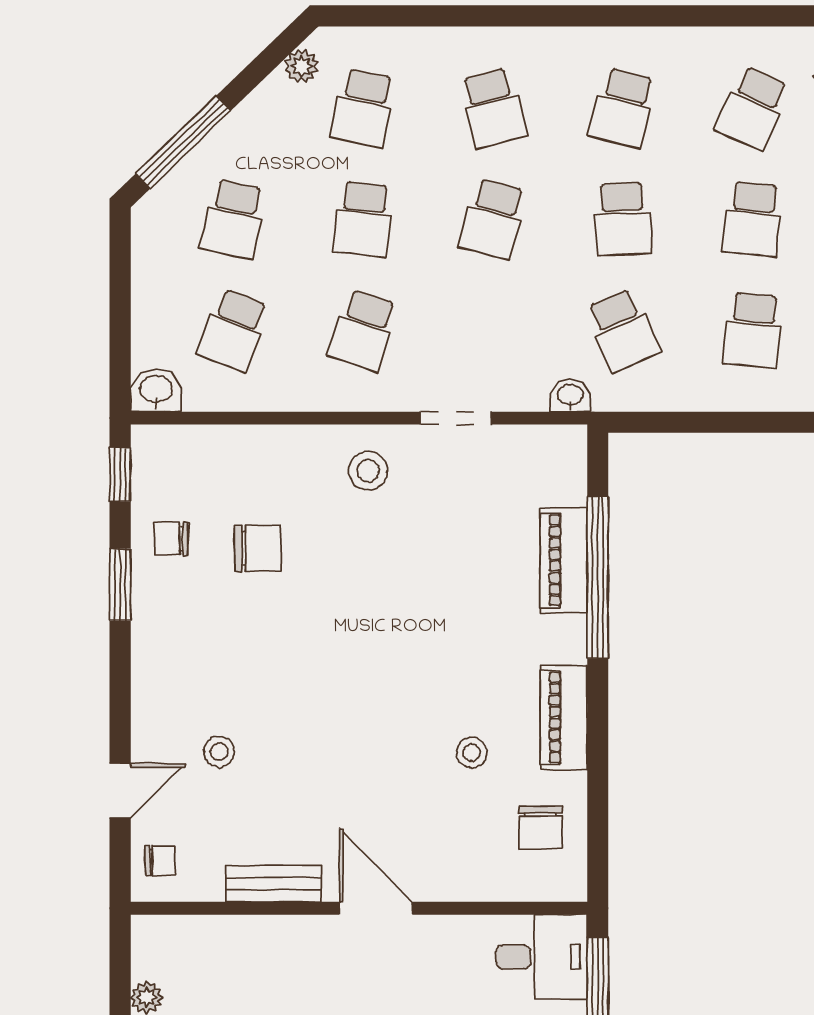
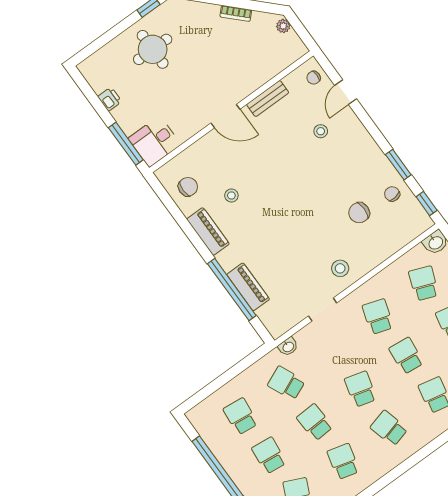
chair: (171, 539) -> (392, 194), turned -97
chair: (541, 827) -> (188, 187), turned 90

